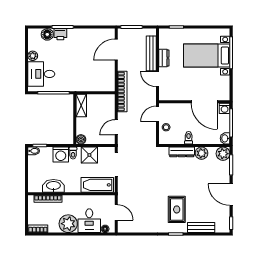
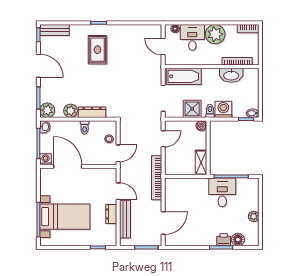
desk: (41, 74) -> (222, 192), moved, turned -90
bench: (201, 228) -> (54, 30), moved

